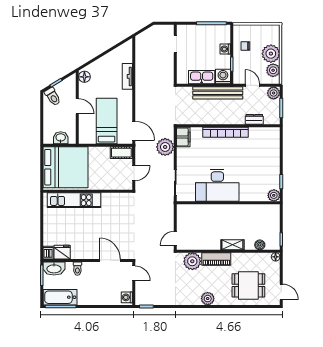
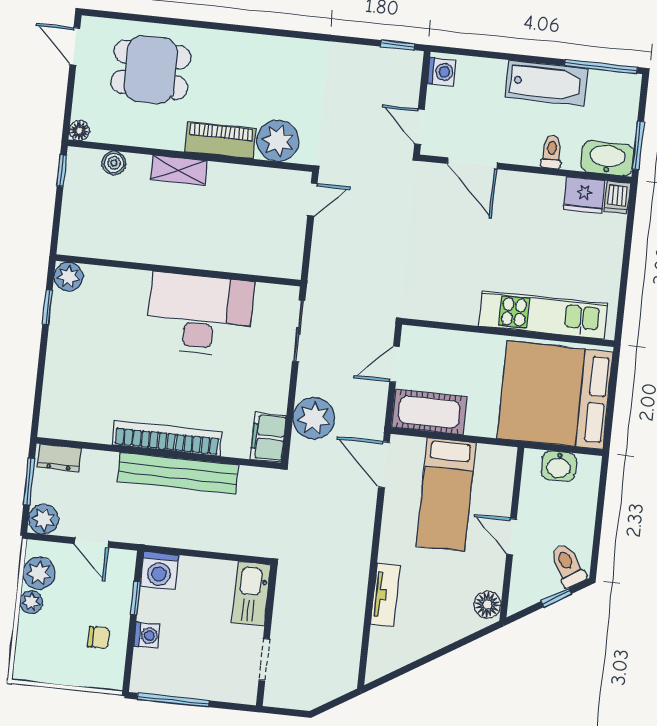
plant: (271, 54) -> (31, 602), width x0.53, depth x0.53
kitchen sink: (202, 77) -> (251, 594), moved, turned 90
bench: (218, 93) -> (178, 473), moved
dresser: (254, 119) -> (59, 458), moved
cot: (121, 153) -> (429, 412), width x1.37, depth x1.34
bathtub: (60, 297) -> (546, 83), moved
plant: (208, 299) -> (251, 49), removed

